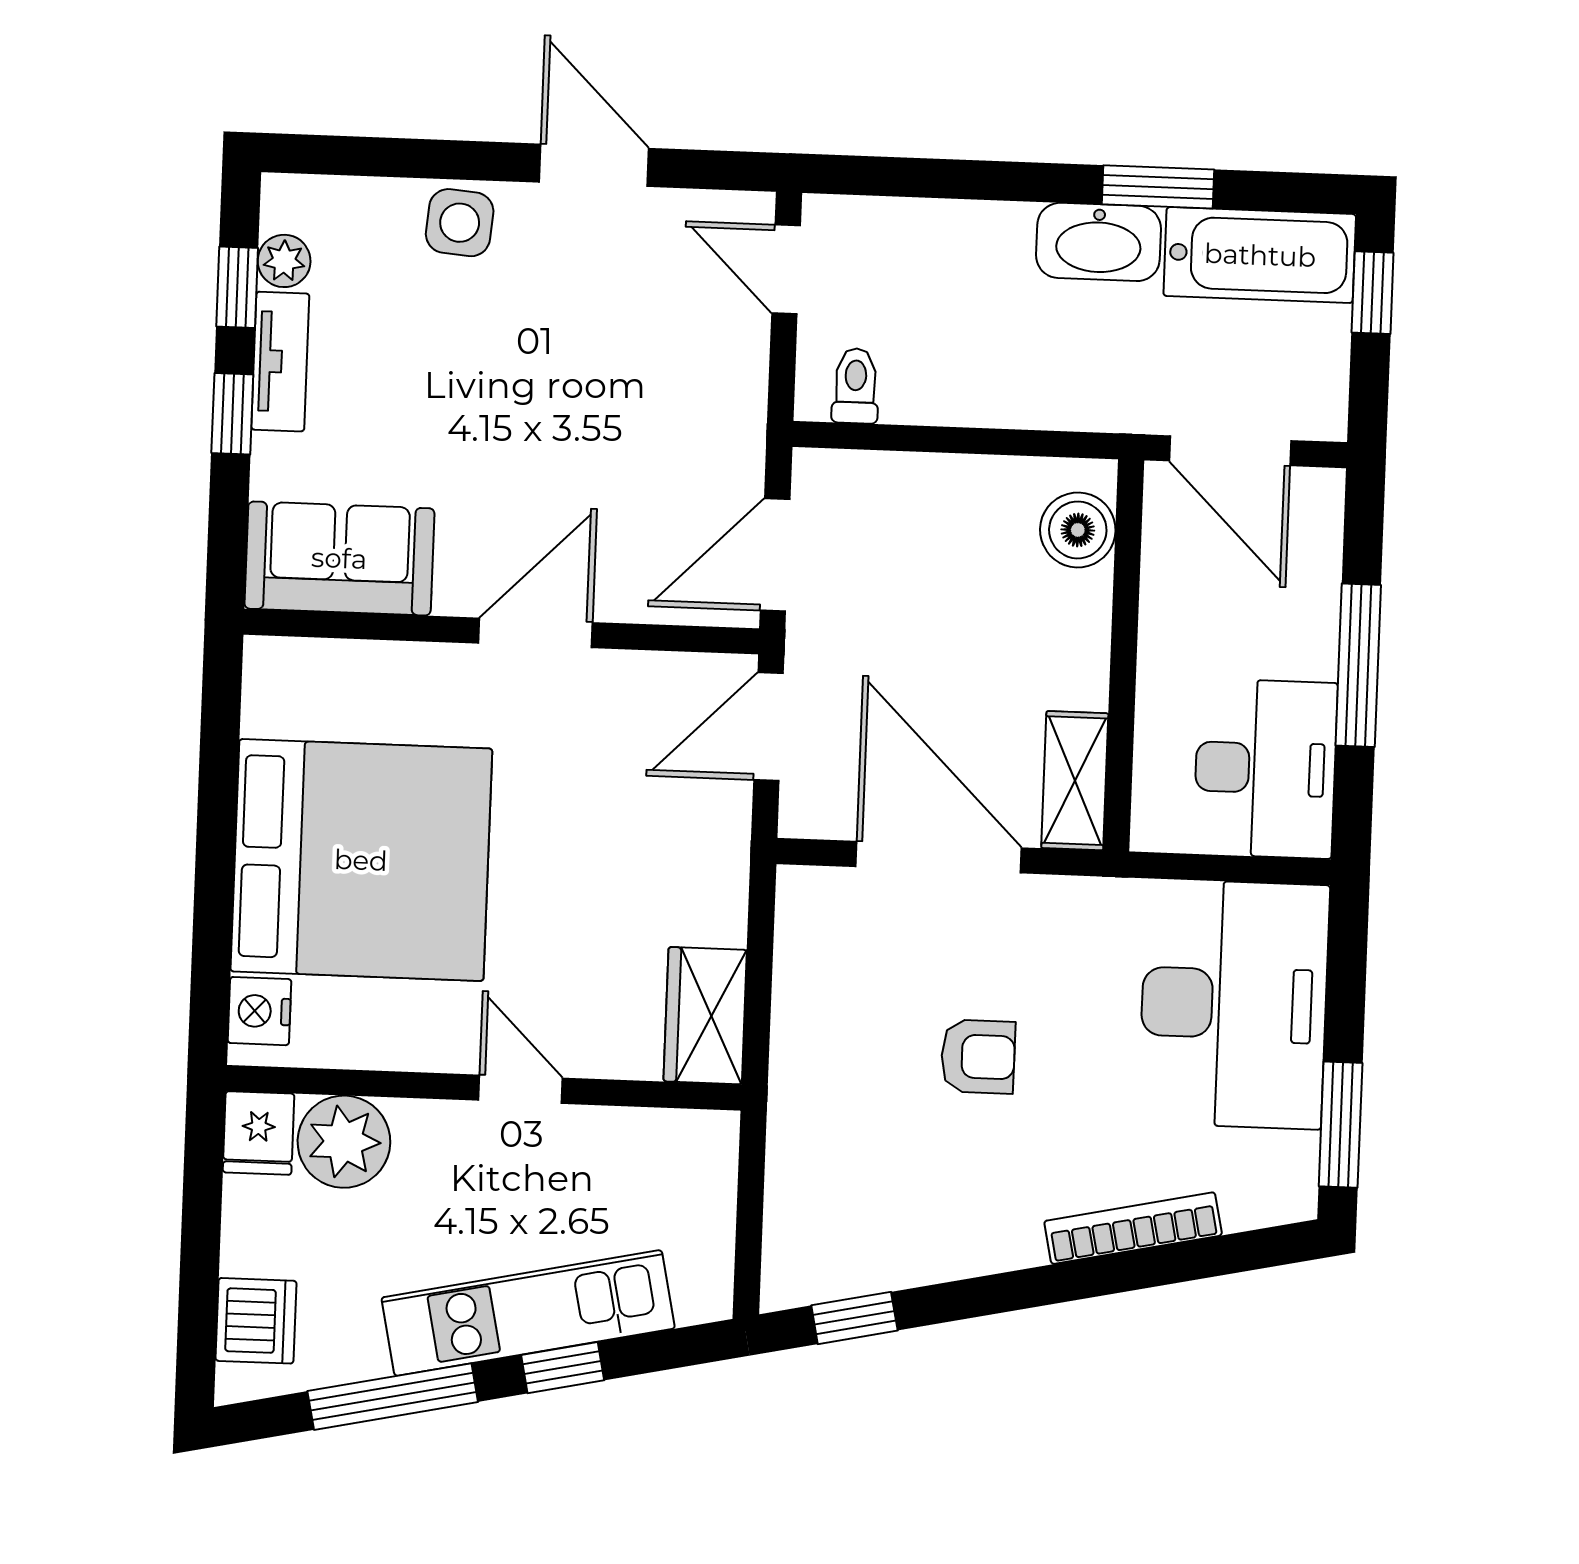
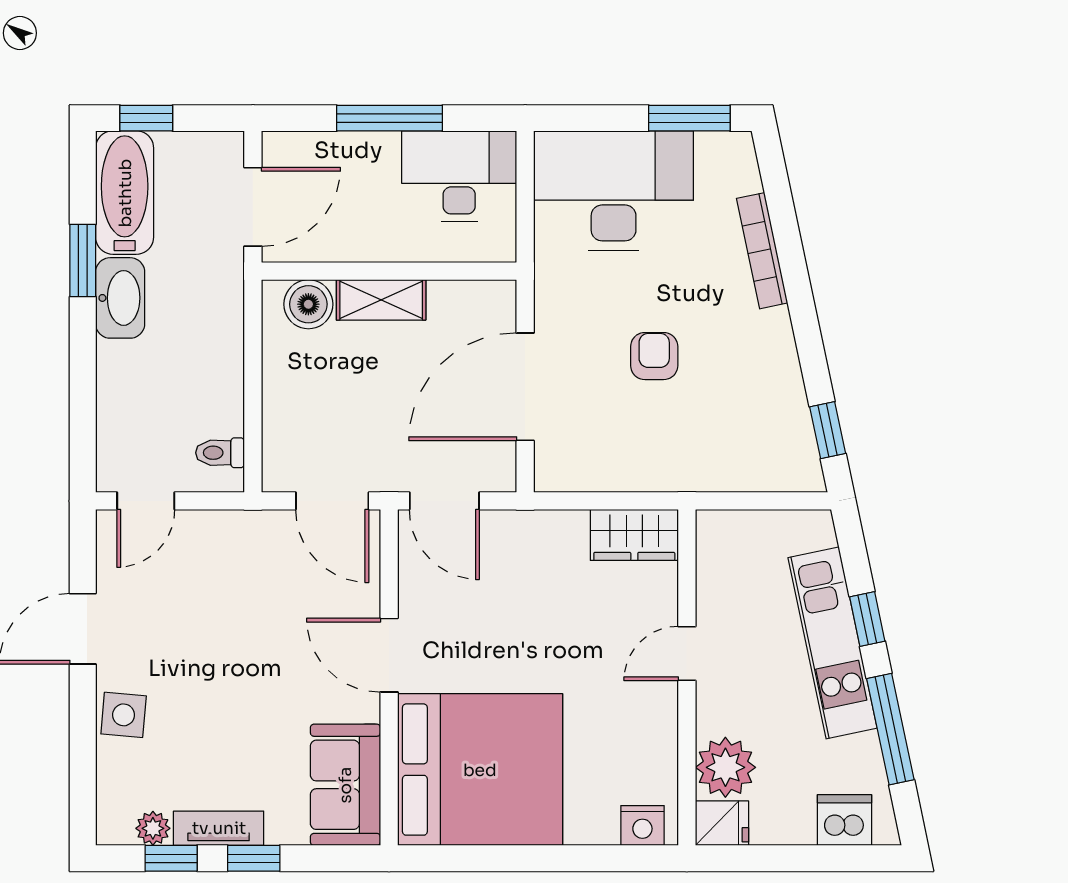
shelving: (1075, 781) -> (381, 300), moved
bed: (361, 860) -> (480, 770), moved, turned 90

